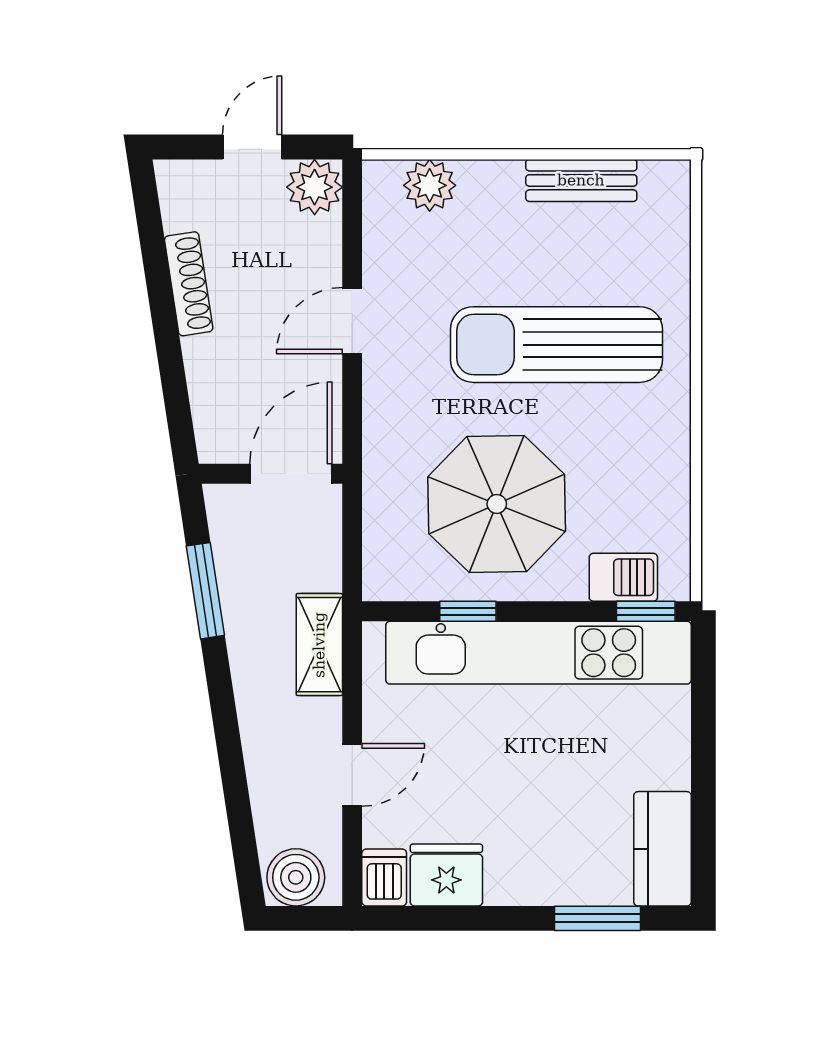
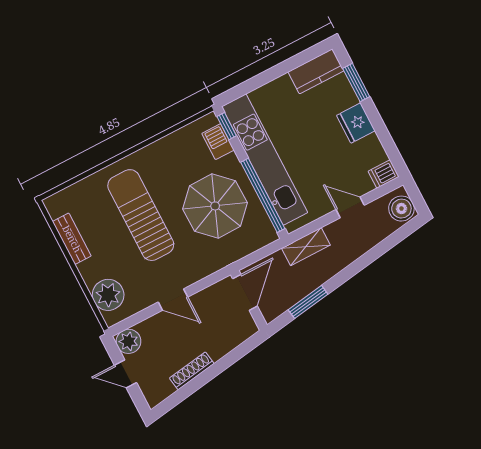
plant: (430, 185) -> (108, 295), width x1.36, depth x1.36
sun lounger: (556, 345) -> (141, 215), turned 180
door: (291, 474) -> (245, 292), swing flipped
window: (468, 611) -> (263, 195), width x3.17
fridge: (446, 875) -> (356, 123), moved

